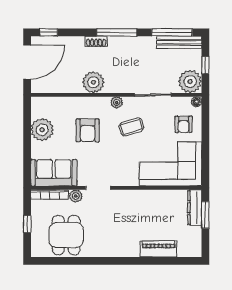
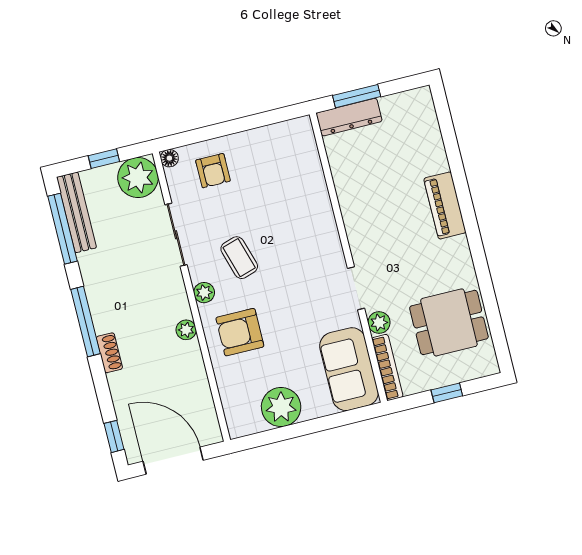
plant: (93, 82) -> (186, 330), width x0.53, depth x0.53
armchair: (184, 124) -> (213, 171), turned 90
armchair: (88, 130) -> (240, 332), moved, turned 180
corner sofa: (171, 164) -> (285, 176), removed
piano: (159, 249) -> (445, 205), moved

